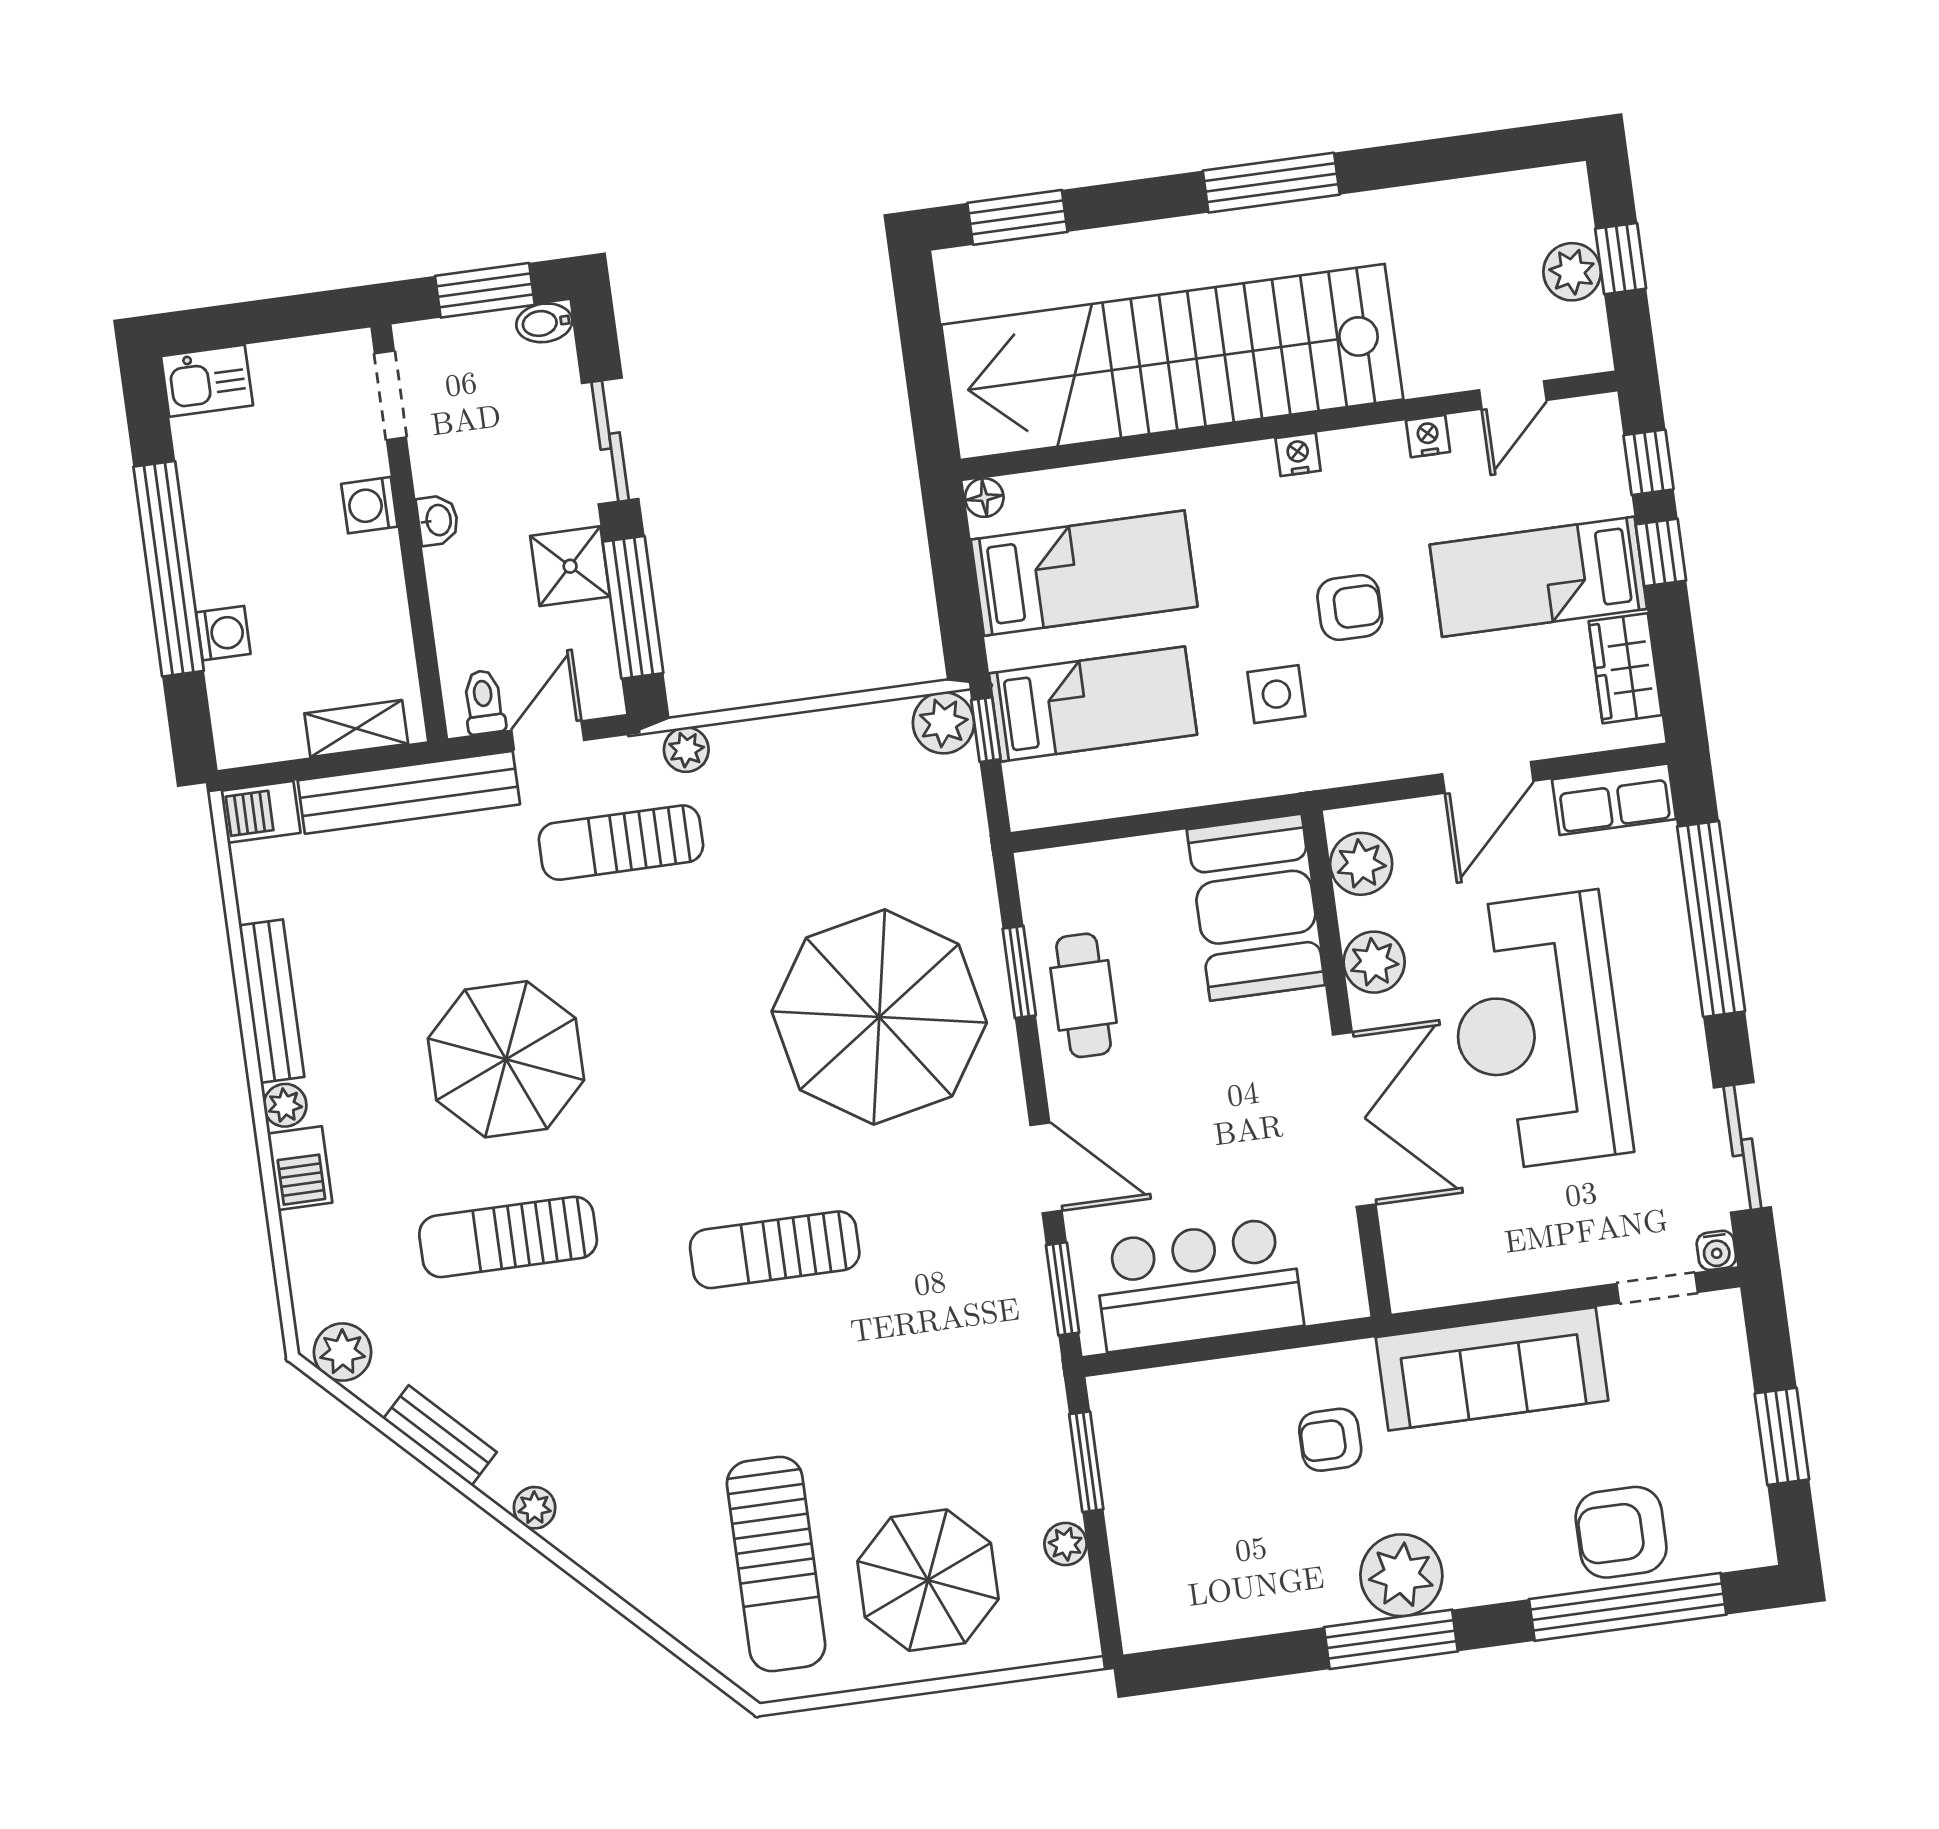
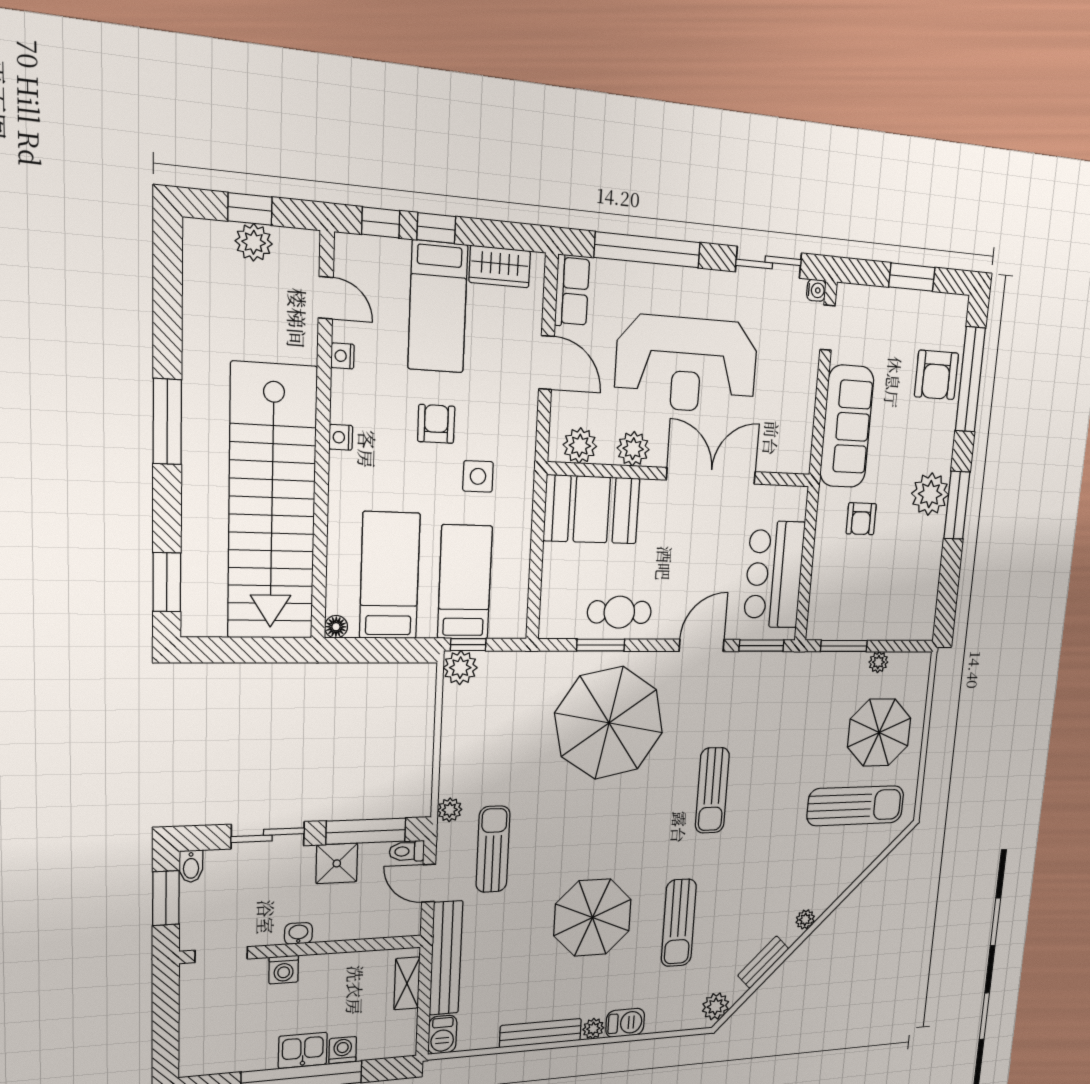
kitchen sink: (207, 381) -> (303, 1050), moved, turned -90
toilet: (484, 702) -> (407, 851), moved
sun lounger: (621, 843) -> (493, 849), turned 180

